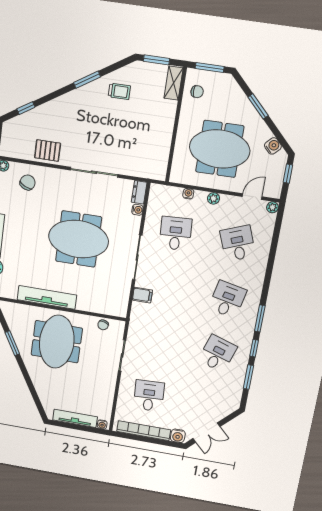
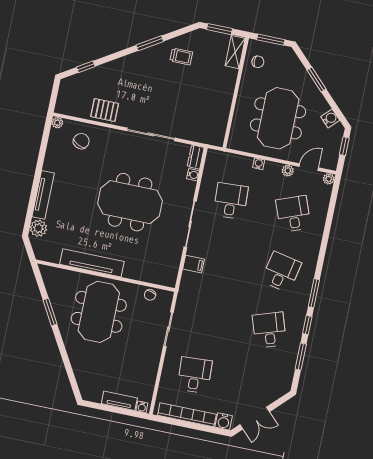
meeting table: (220, 149) -> (278, 118), turned 90
water cooler: (188, 194) -> (259, 164), moved
plant: (213, 198) -> (288, 171), moved
desk: (218, 354) -> (269, 330), turned -36
tv unit: (75, 418) -> (119, 401), width x0.71

